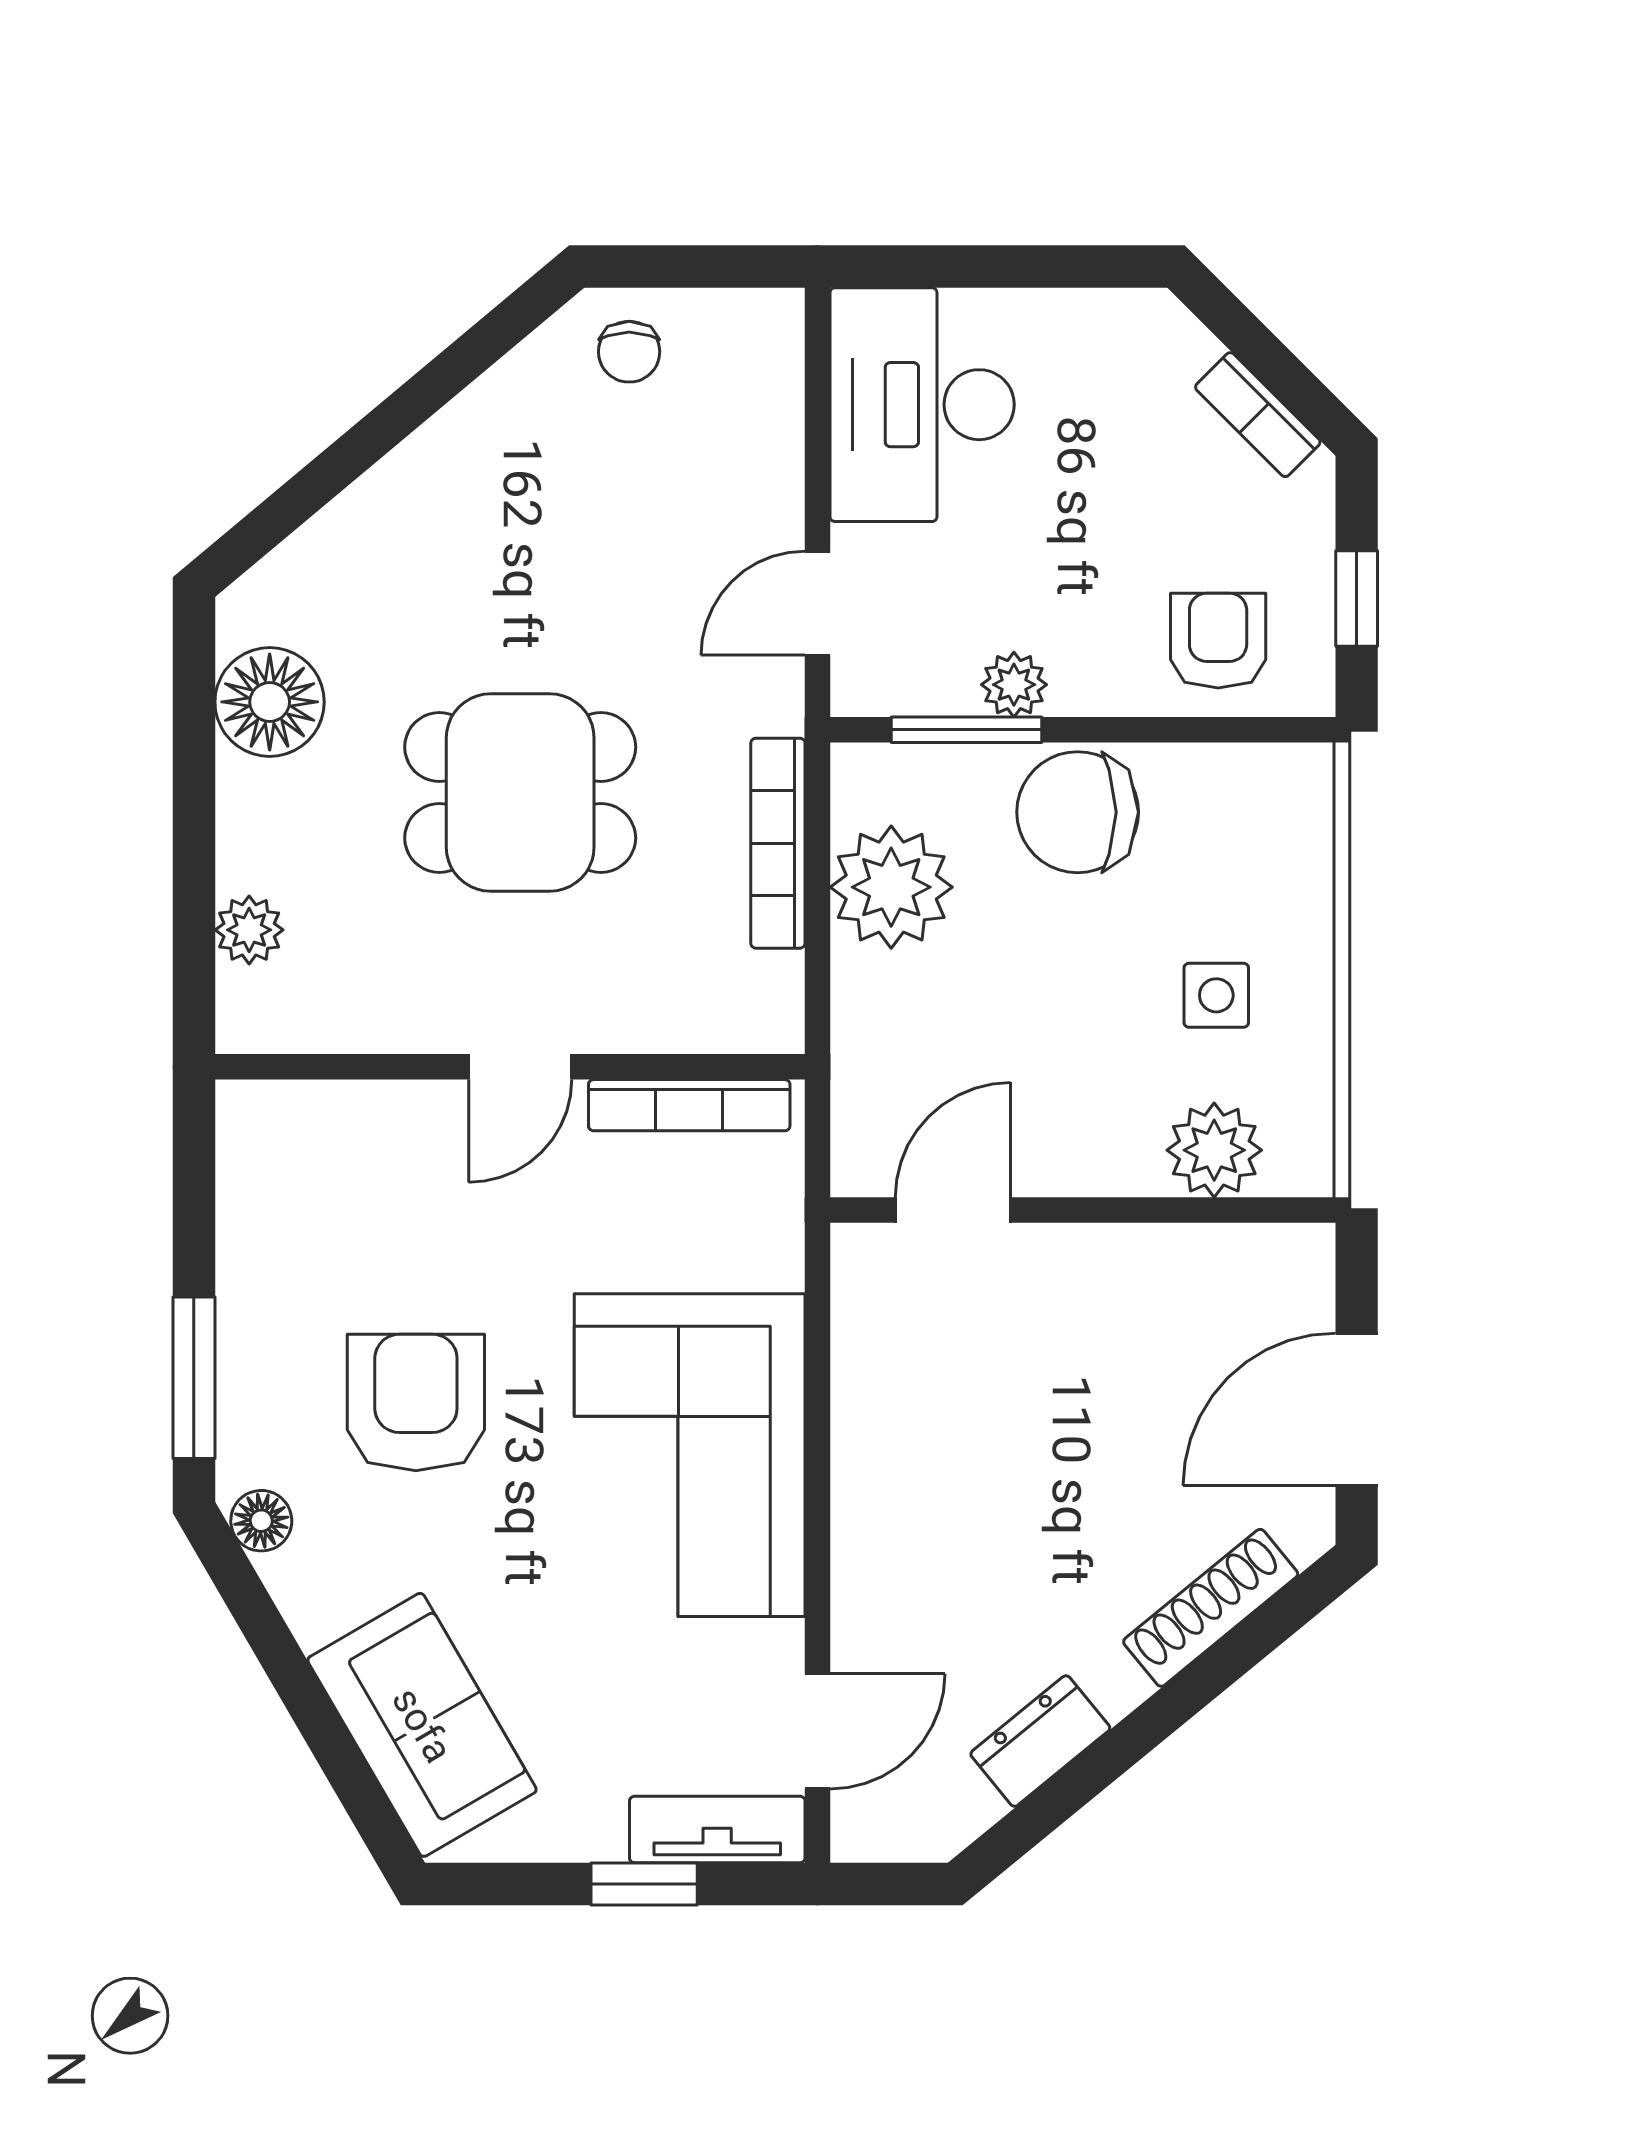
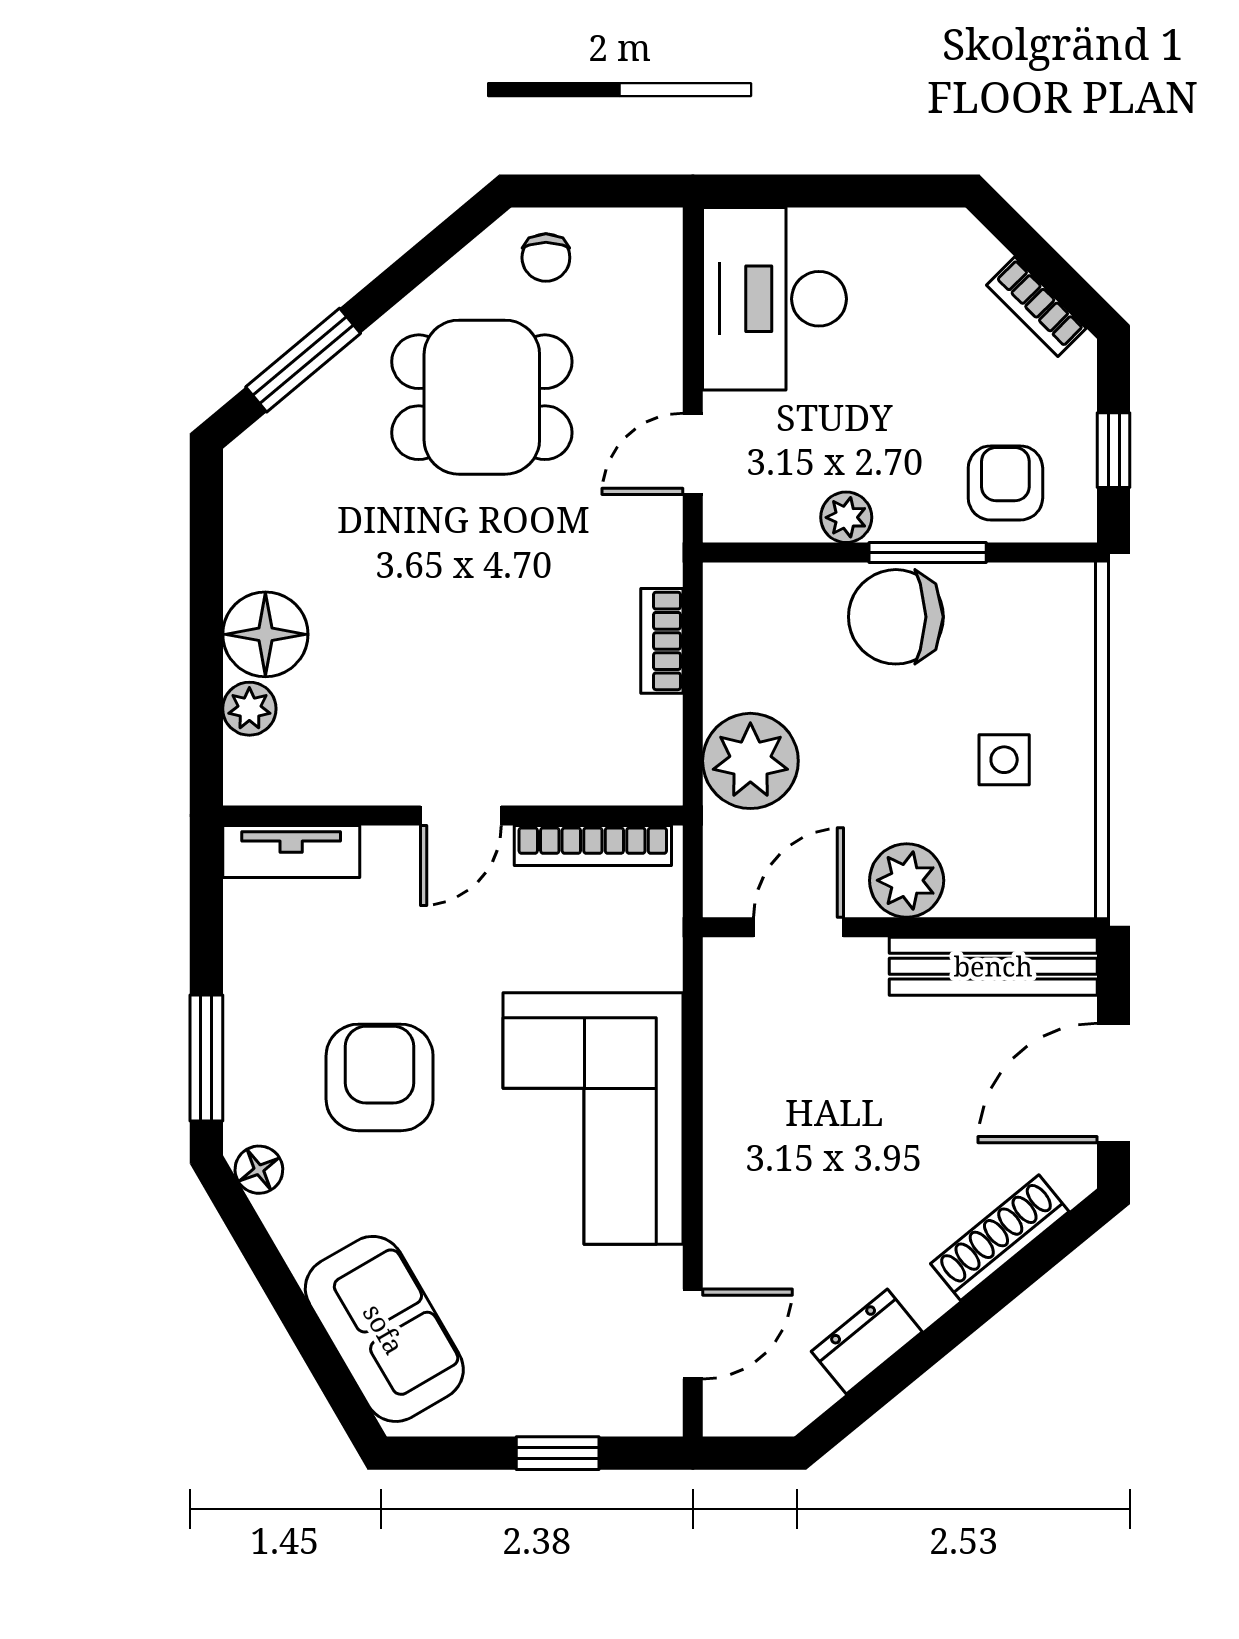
window: (318, 483) -> (303, 360), added
floor lamp: (270, 702) -> (265, 634), moved
window: (967, 730) -> (928, 553), moved
dining table: (520, 793) -> (482, 397), moved
bookcase: (778, 843) -> (662, 641), width x0.64
plant: (891, 887) -> (750, 761), moved
plant: (1214, 1150) -> (907, 880), moved
bench: (1202, 1260) -> (993, 966), added
tv unit: (717, 1830) -> (291, 851), moved, turned 180

